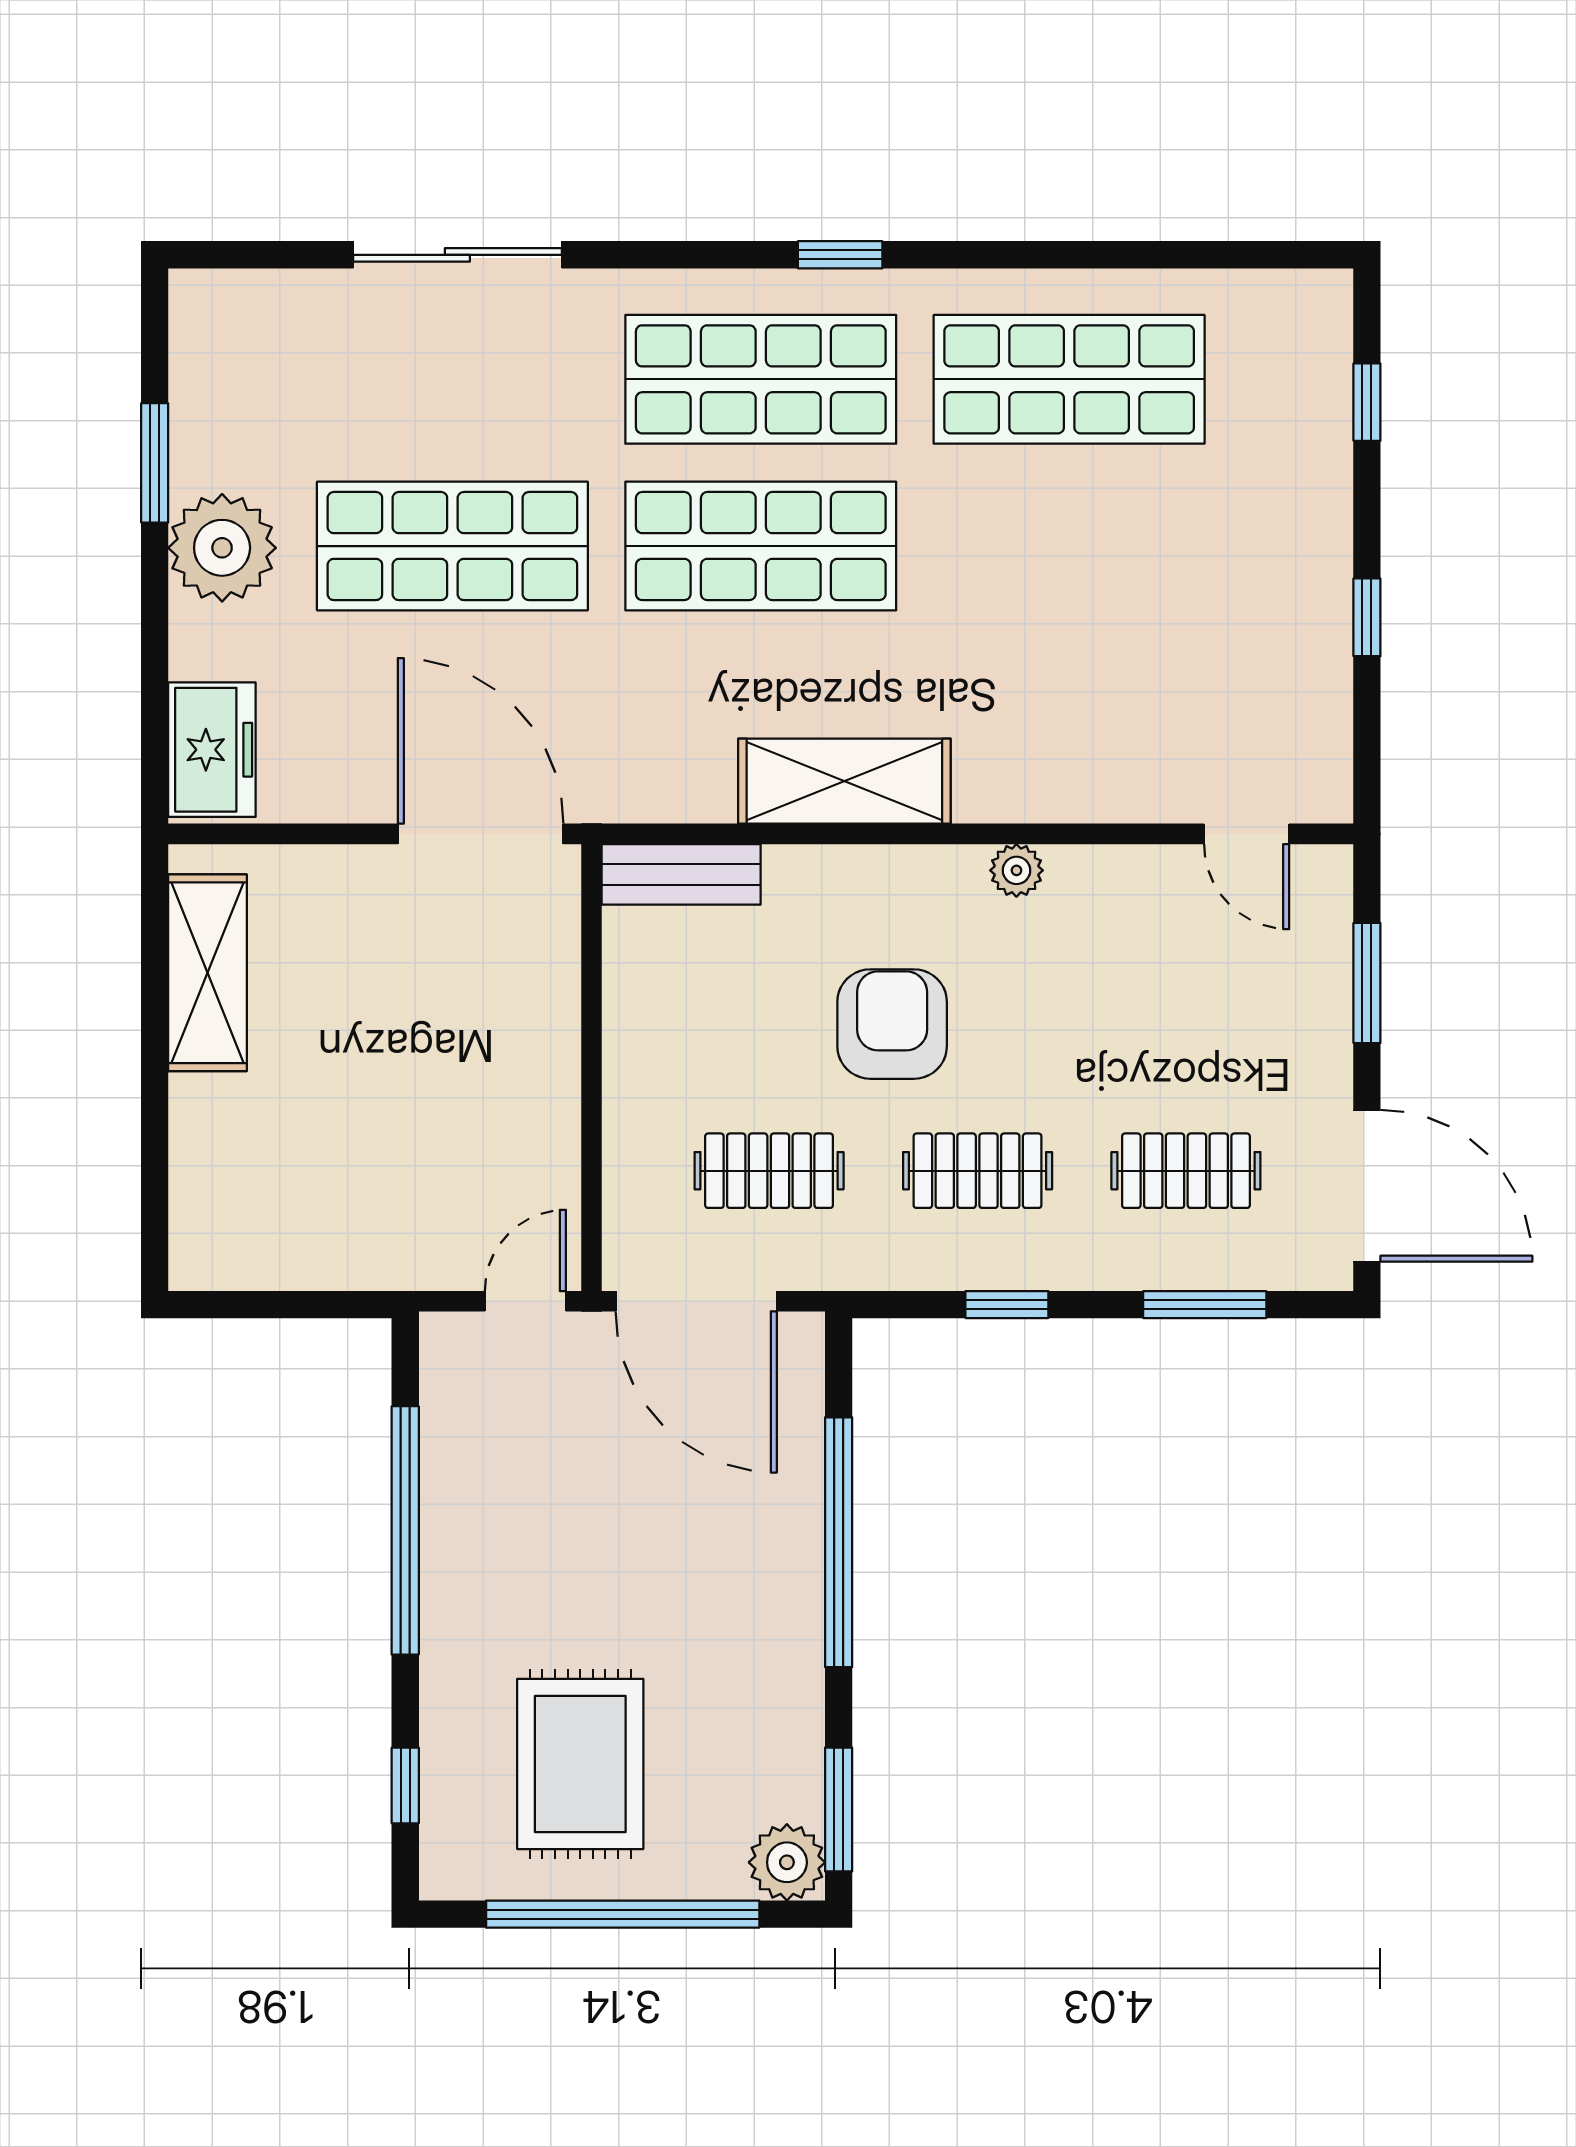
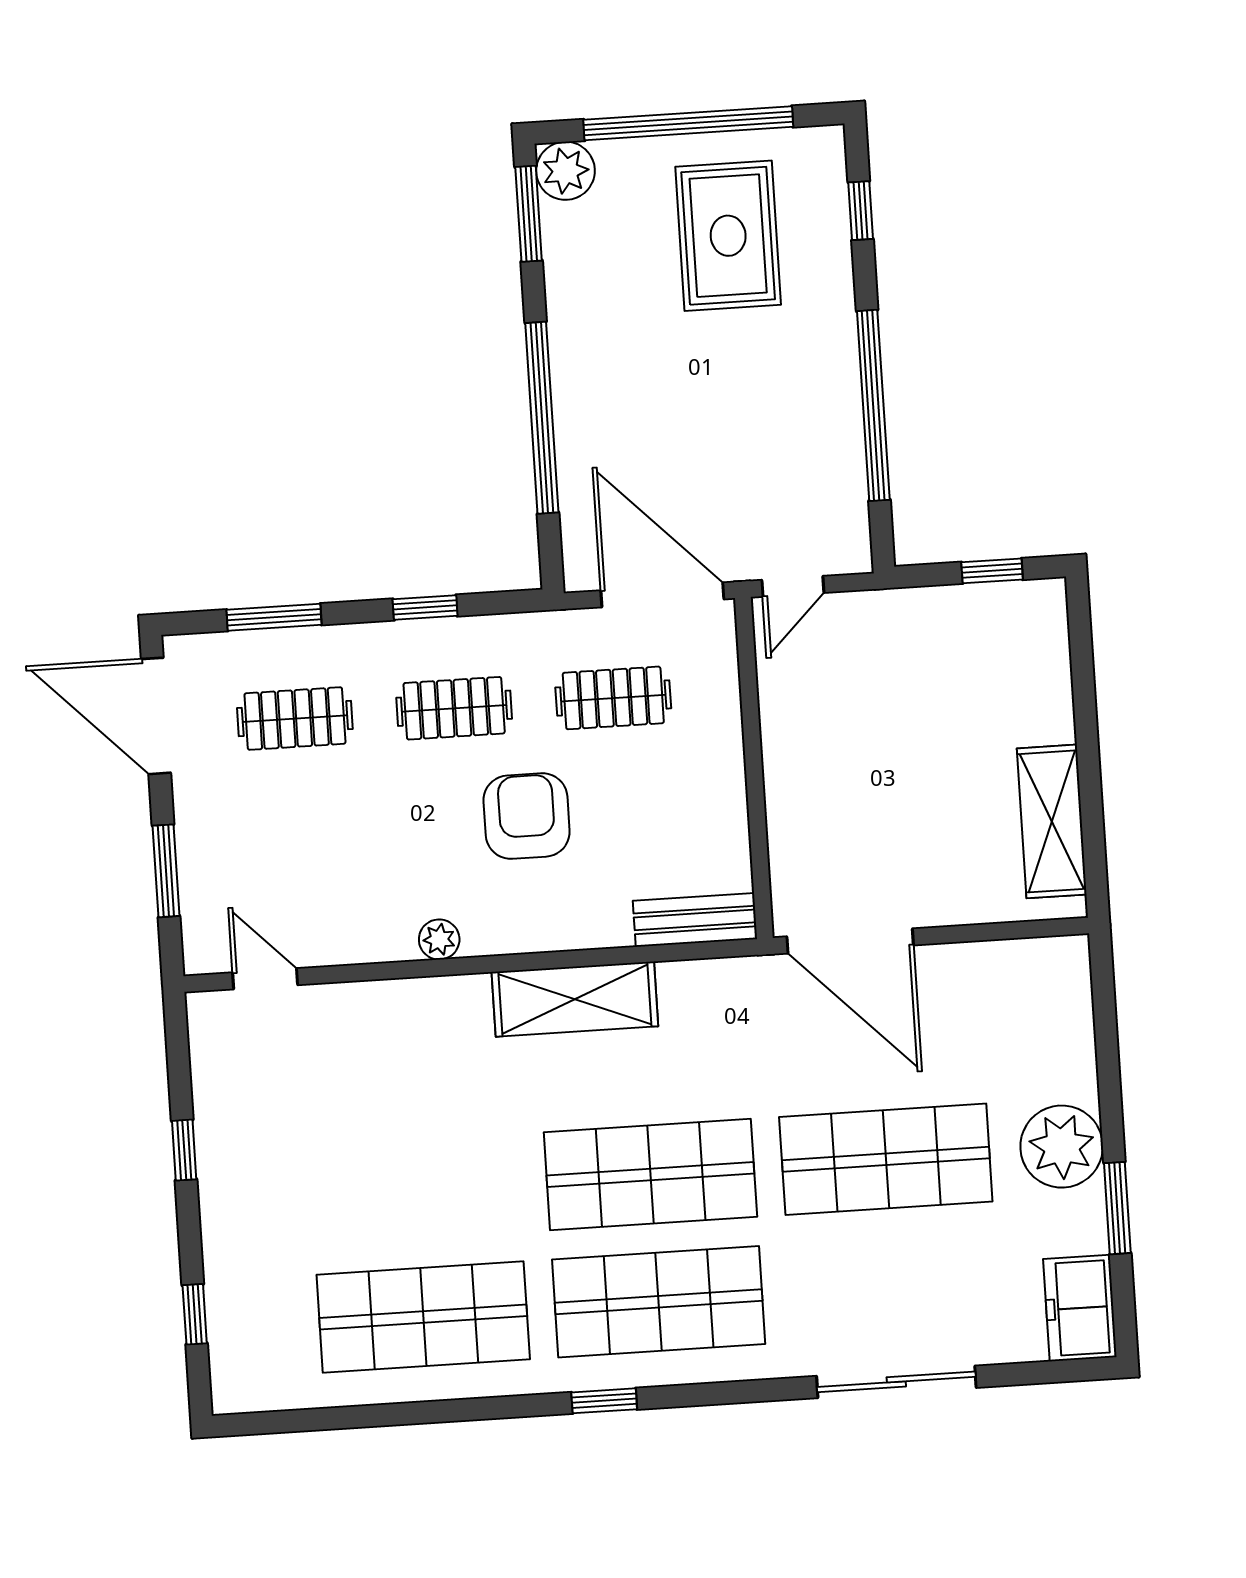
freezer: (212, 750) -> (1080, 1308), moved
armchair: (892, 1024) -> (527, 816), turned 180
window: (264, 1305) -> (992, 571), added

